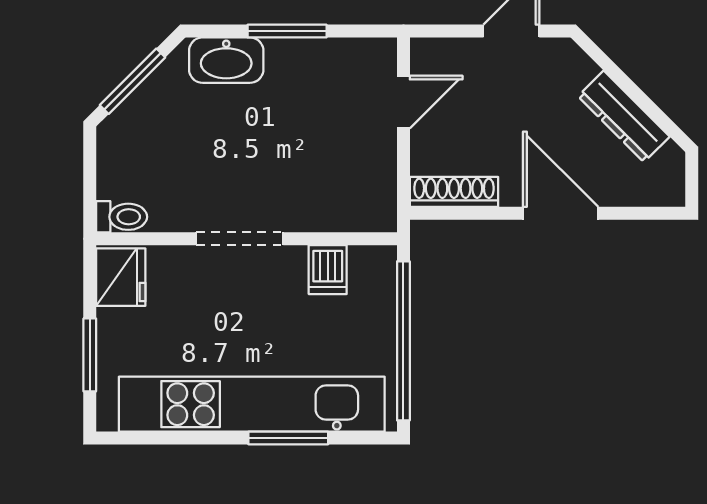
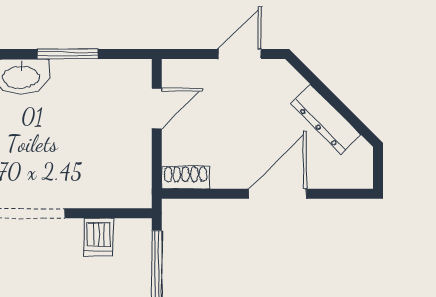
shoe rack: (454, 192) -> (185, 177), width x0.70
door: (561, 213) -> (277, 194), hinge flipped

